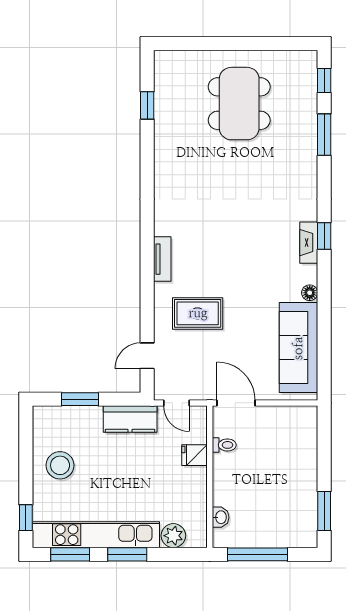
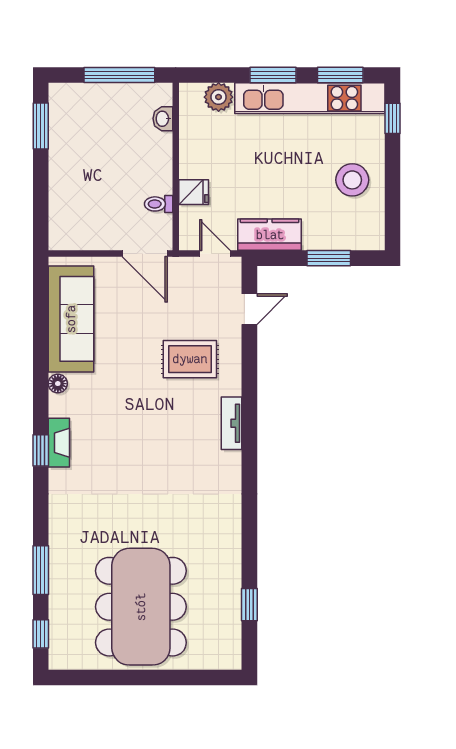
dining table: (239, 104) -> (141, 607), width x1.36, depth x1.24

